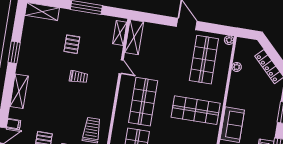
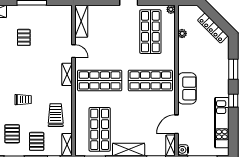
shelving: (120, 33) -> (67, 74), moved
trolley: (78, 77) -> (23, 100), moved
shop shelf: (143, 102) -> (100, 80), turned 90

